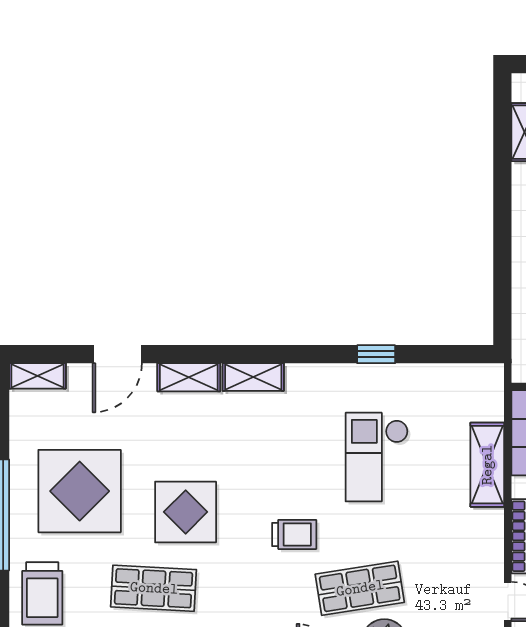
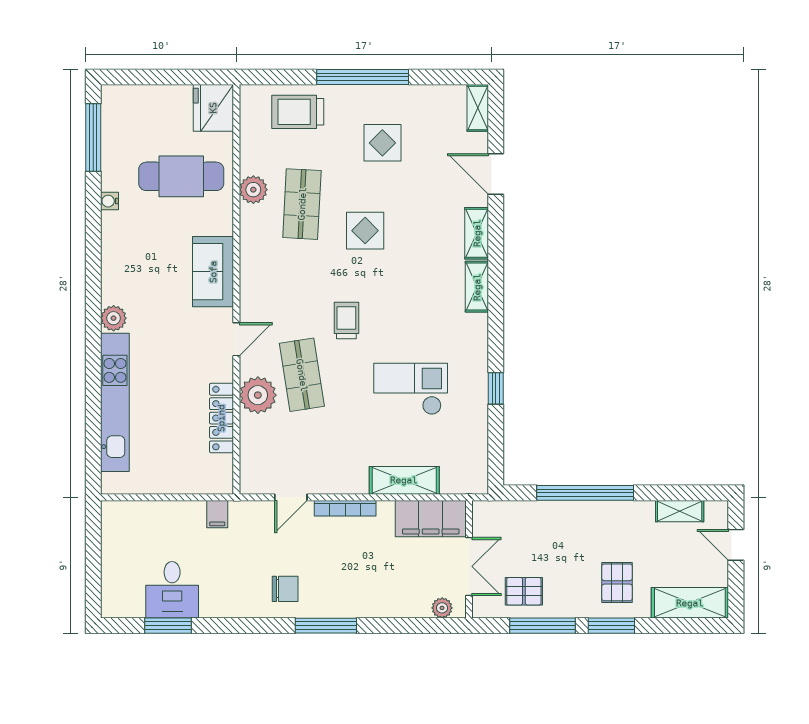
window: (502, 246) -> (585, 493), added
display table: (80, 491) -> (382, 143), width x0.54, depth x0.54
display table: (186, 512) -> (365, 231), width x0.73, depth x0.73
trolley: (294, 534) -> (346, 320), turned 180

